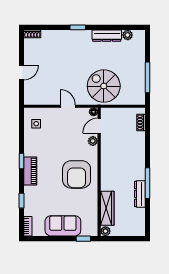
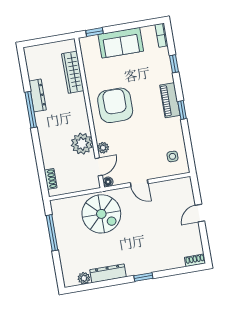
plant: (105, 231) -> (82, 144), moved, width x1.88, depth x1.88

